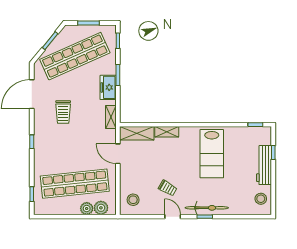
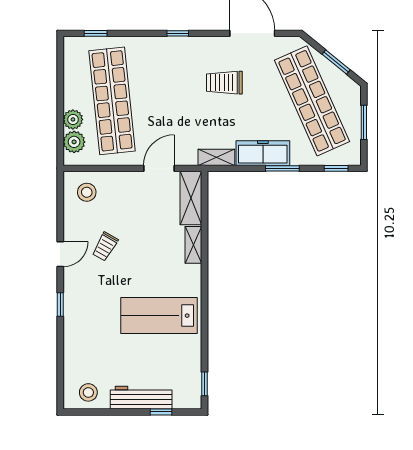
freezer: (108, 87) -> (263, 153), width x1.40
bicycle: (207, 208) -> (74, 308), removed

